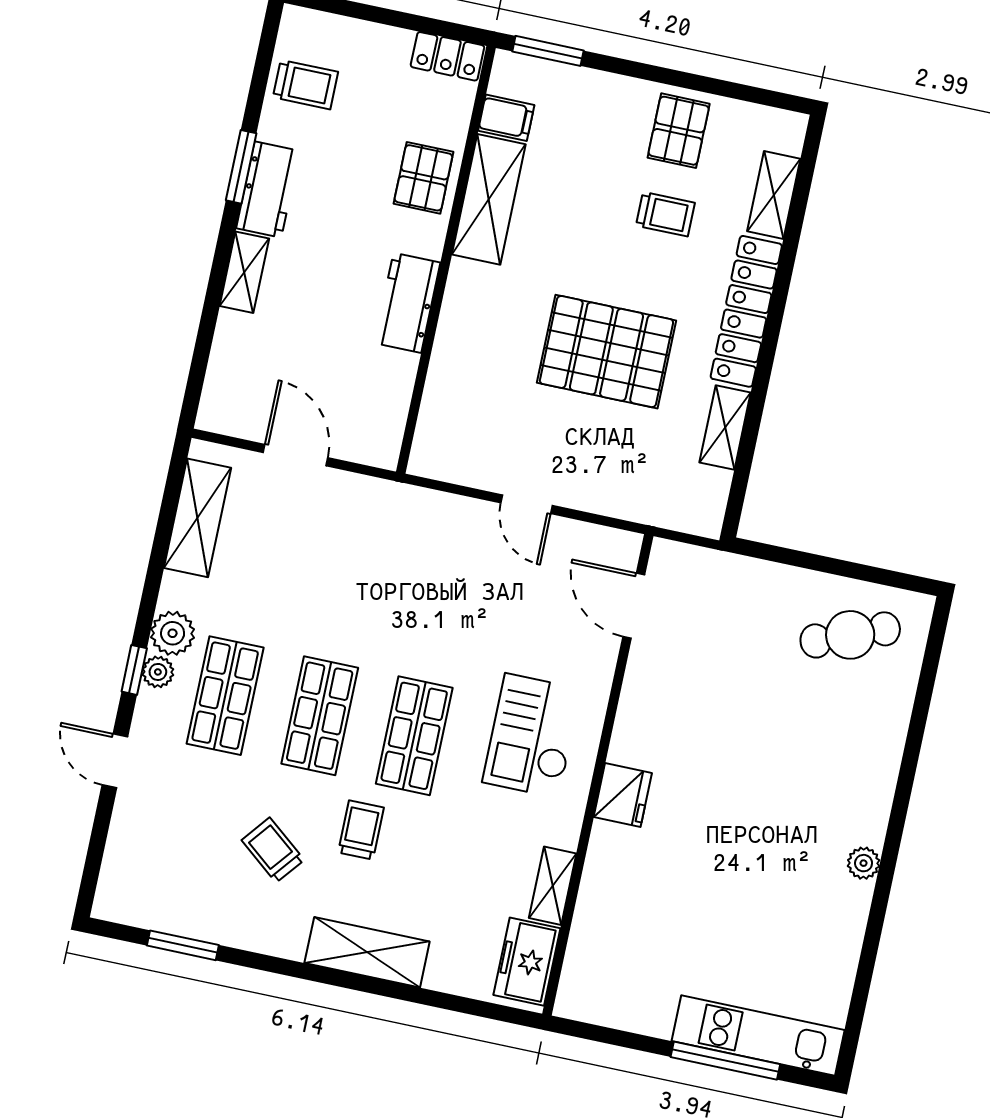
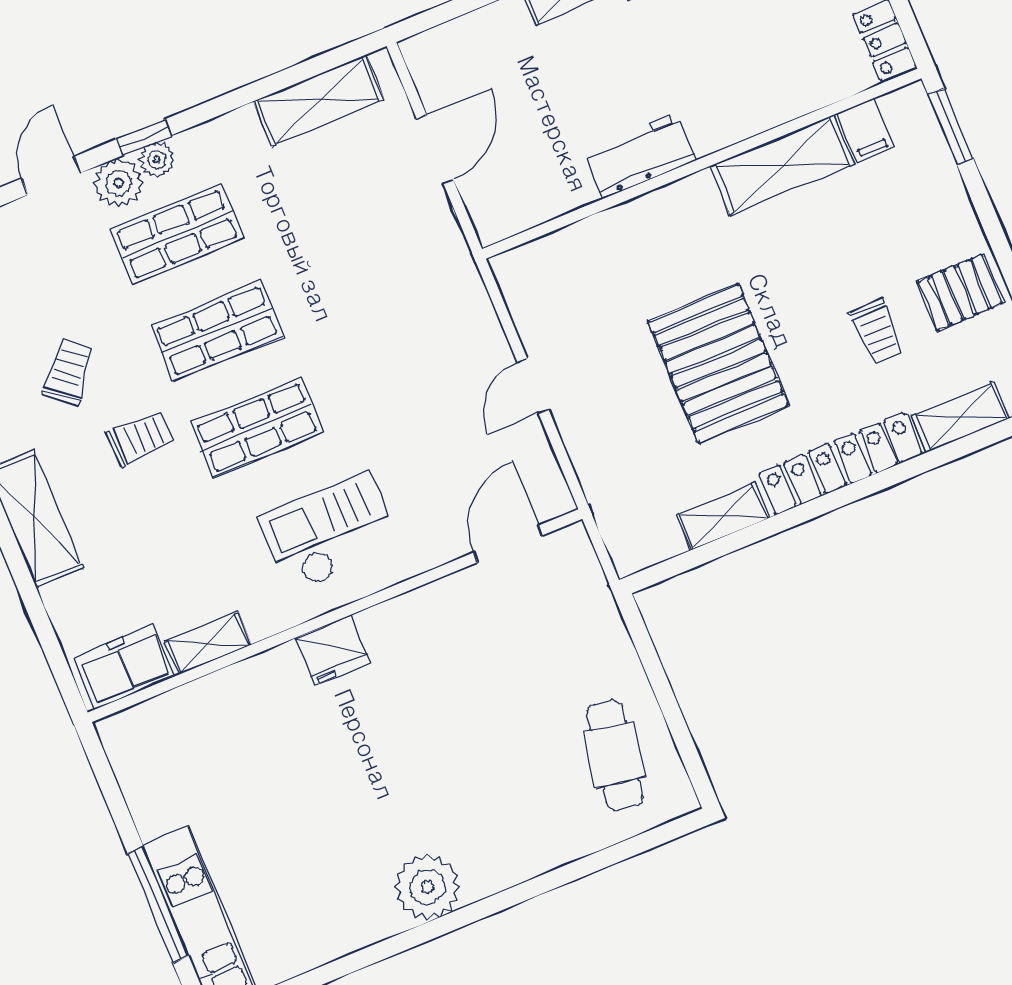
pallet: (423, 178) -> (761, 93), removed
plant: (173, 633) -> (119, 183), moved
cafe table: (850, 635) -> (615, 755), turned 32
plant: (864, 863) -> (428, 887), width x1.88, depth x1.88

